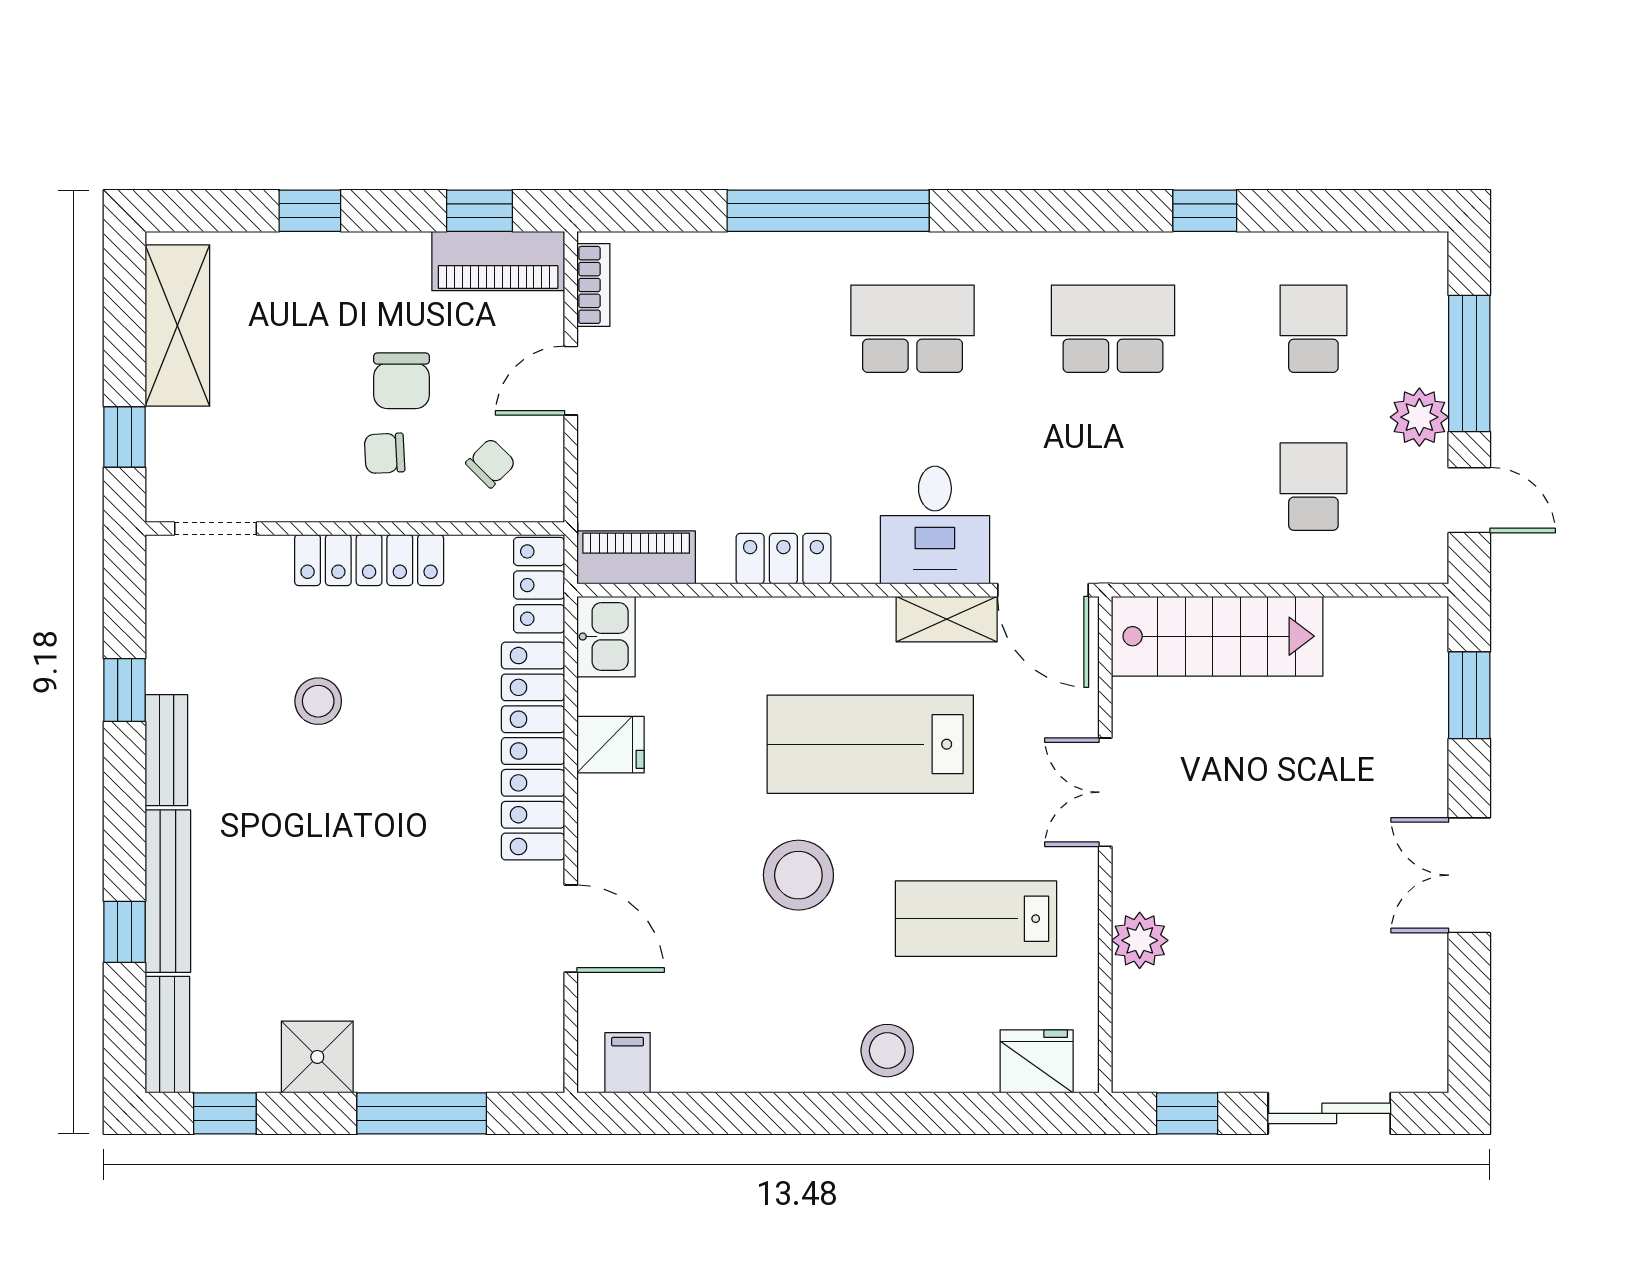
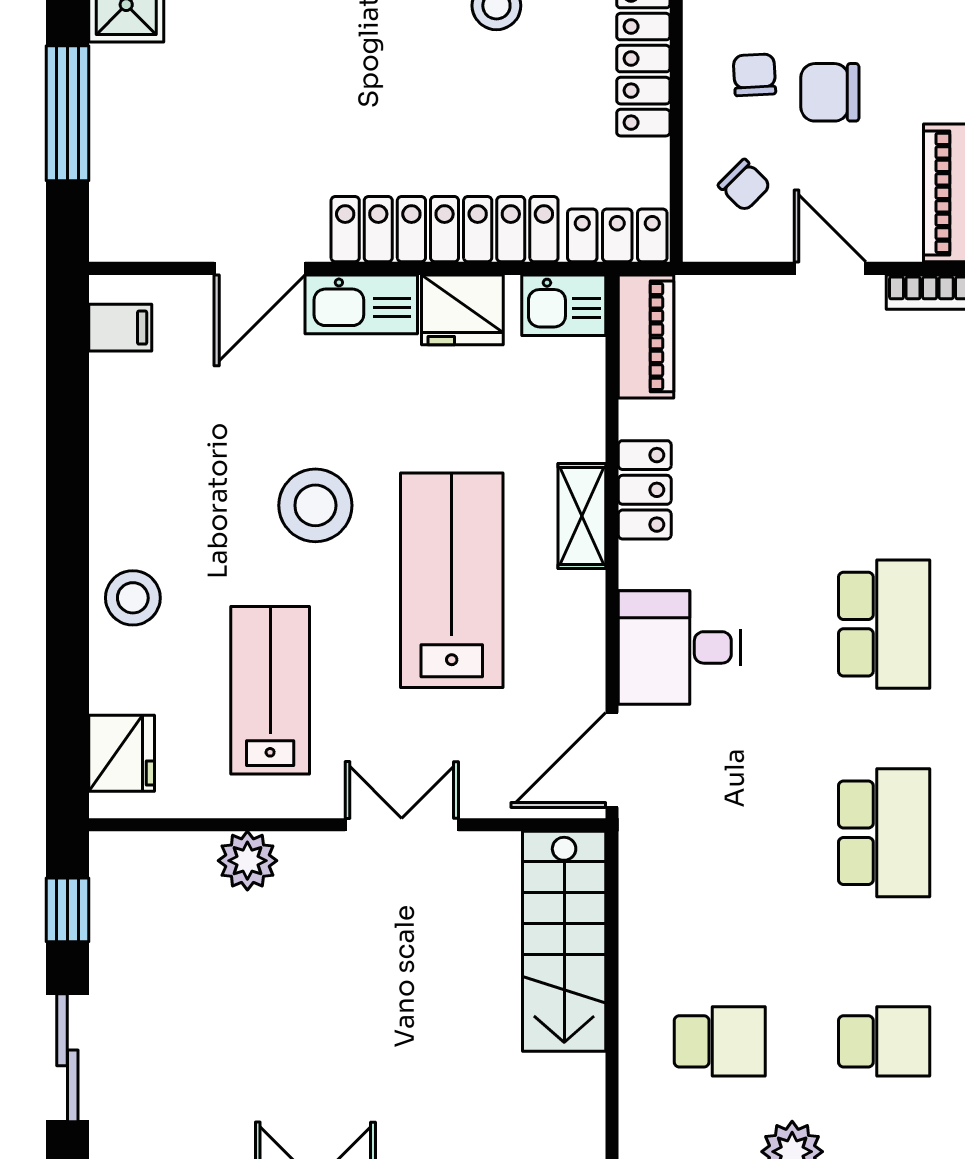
shelving: (947, 619) -> (582, 516), moved
fridge: (611, 745) -> (462, 310), width x1.38
kitchen sink: (605, 831) -> (361, 304), added

